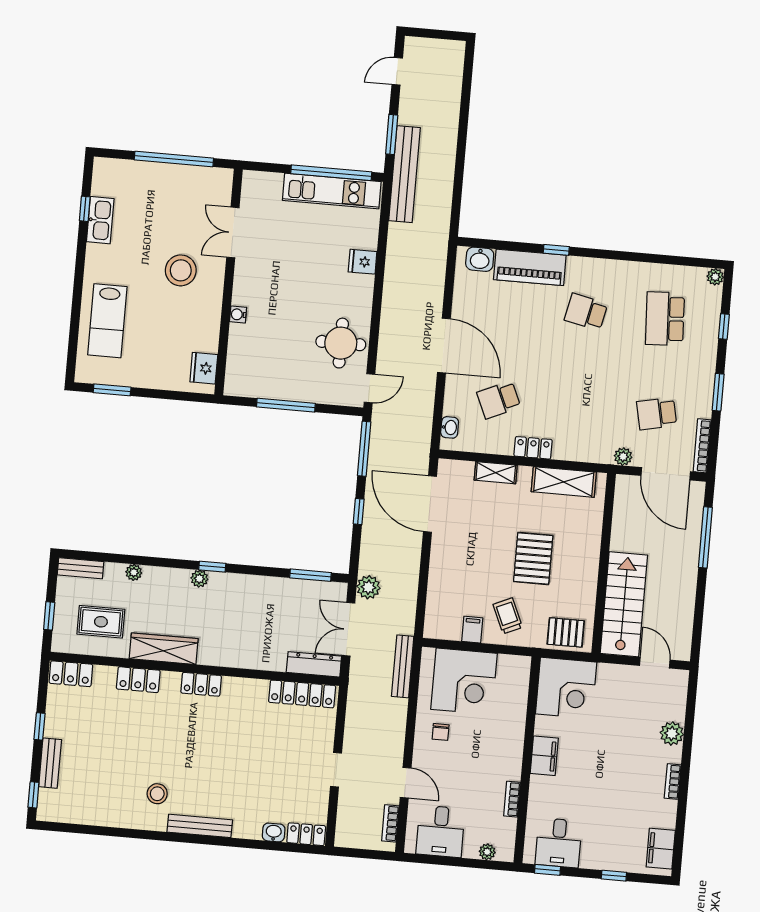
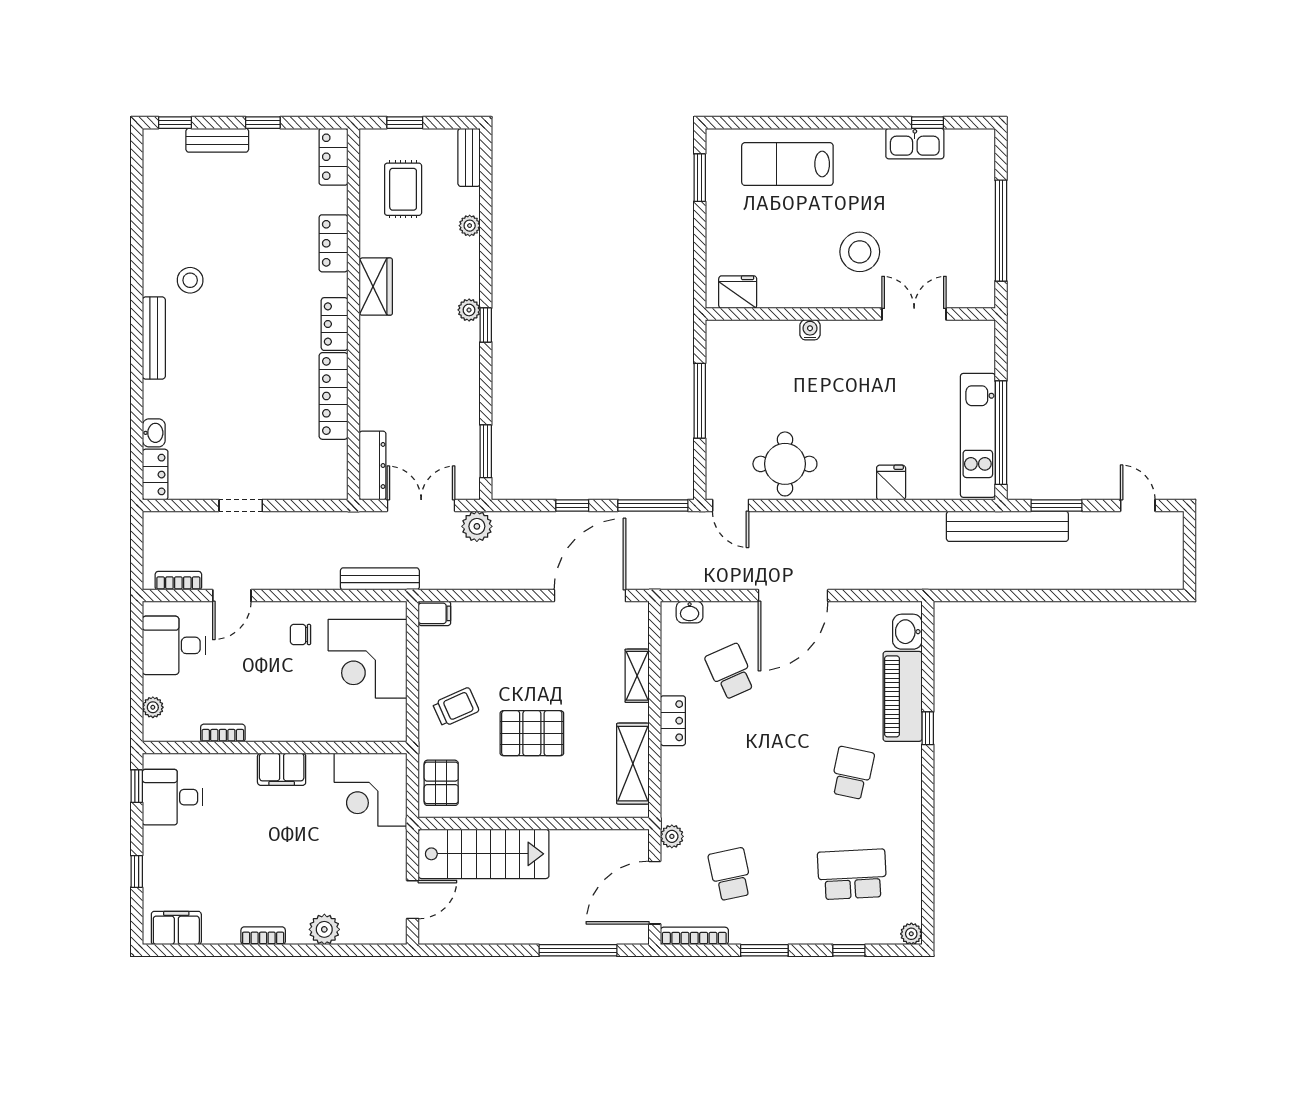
filing cabinet: (472, 630) -> (434, 613), moved
wardrobe: (164, 649) -> (376, 287), width x0.67
locker: (302, 694) -> (334, 396), moved

